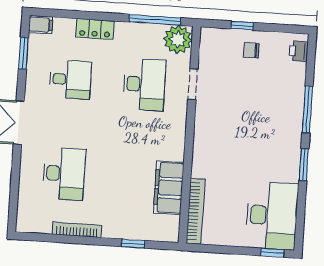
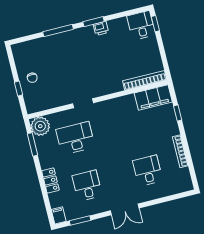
window: (155, 20) -> (33, 144), width x0.69
printer: (299, 51) -> (101, 28), moved
doorway: (193, 84) -> (83, 103), moved
desk: (64, 174) -> (148, 171), width x0.73
filing cabinet: (169, 188) -> (153, 98), moved
desk: (272, 216) -> (141, 25), width x0.53, depth x0.77

